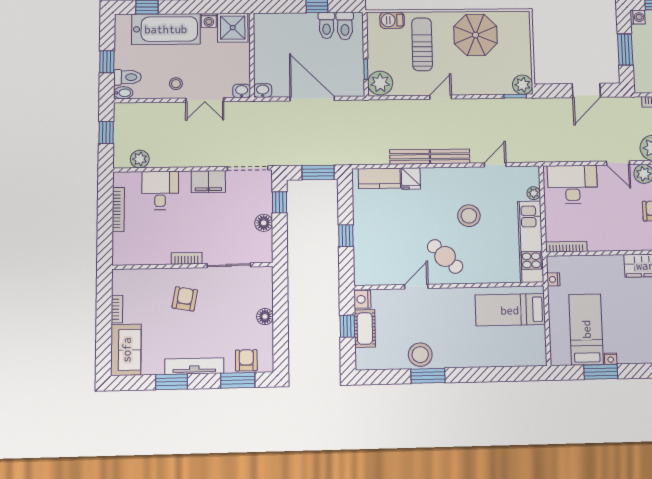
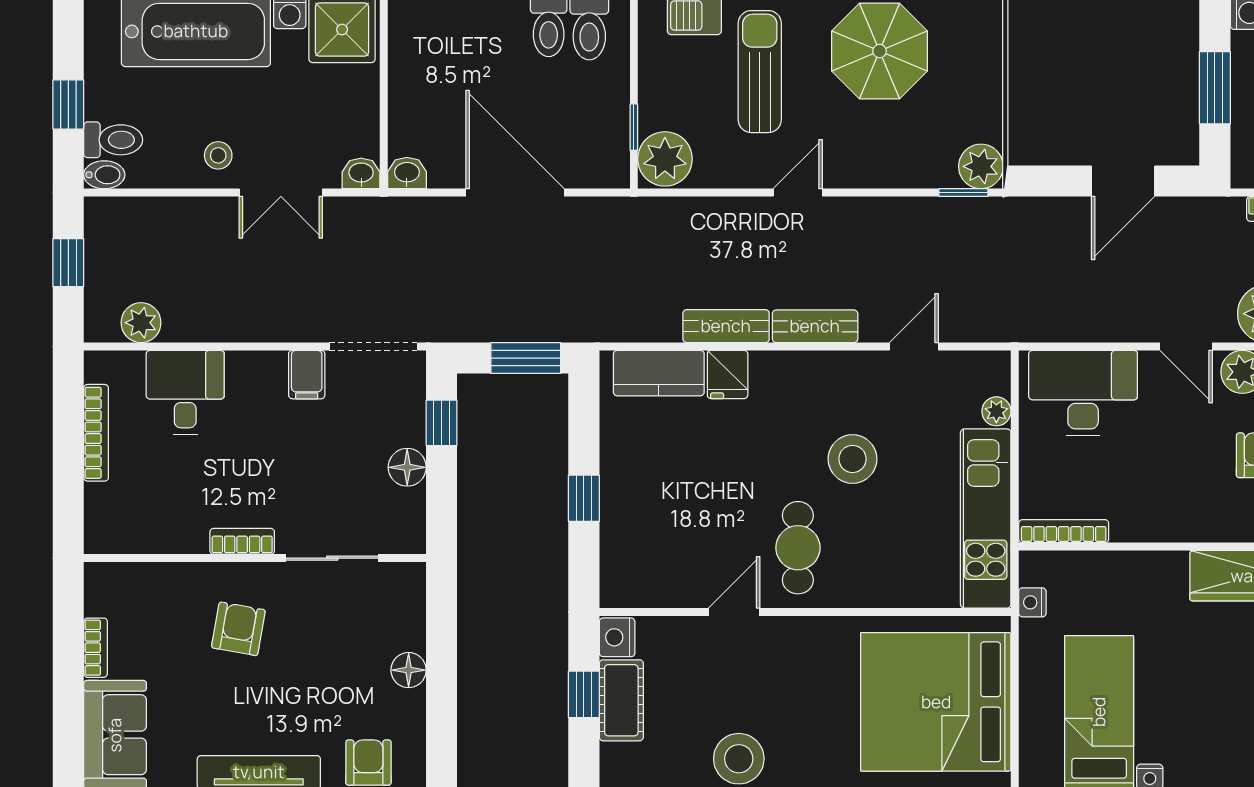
filing cabinet: (208, 182) -> (307, 375), width x0.50
cafe table: (445, 256) -> (798, 548), turned 45
bed: (510, 310) -> (936, 702), width x2.04

